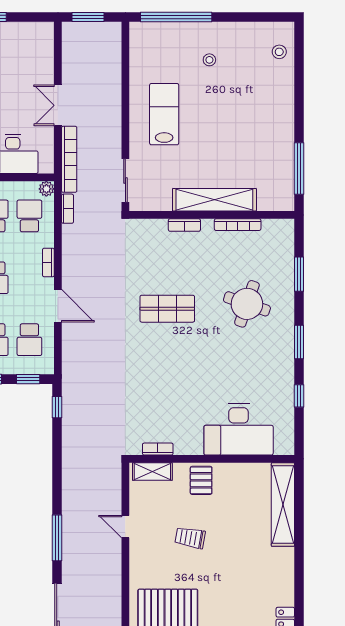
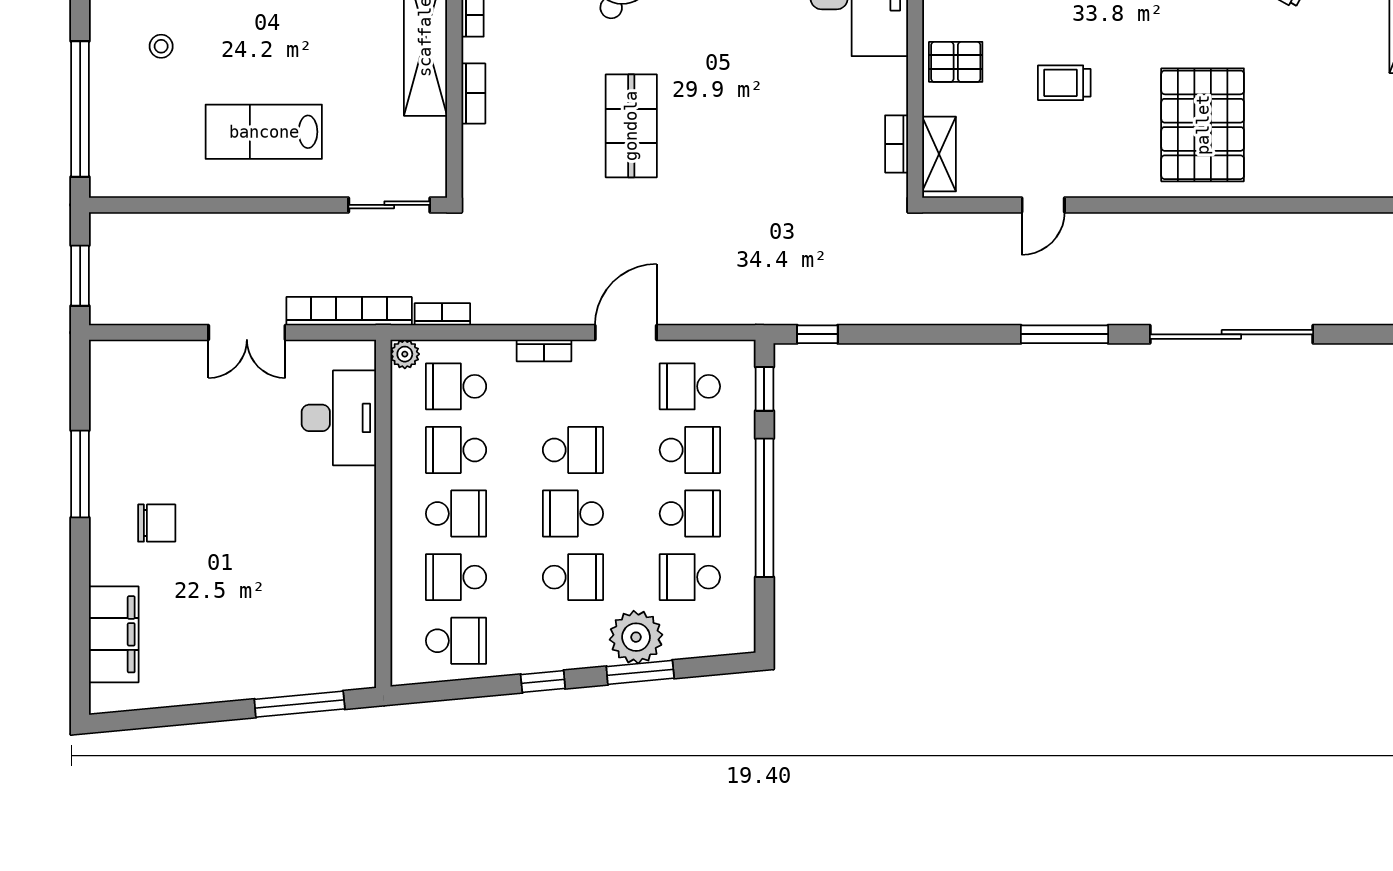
school desk: (29, 340) -> (690, 386), turned 180
trolley: (190, 538) -> (1064, 83), turned 80

